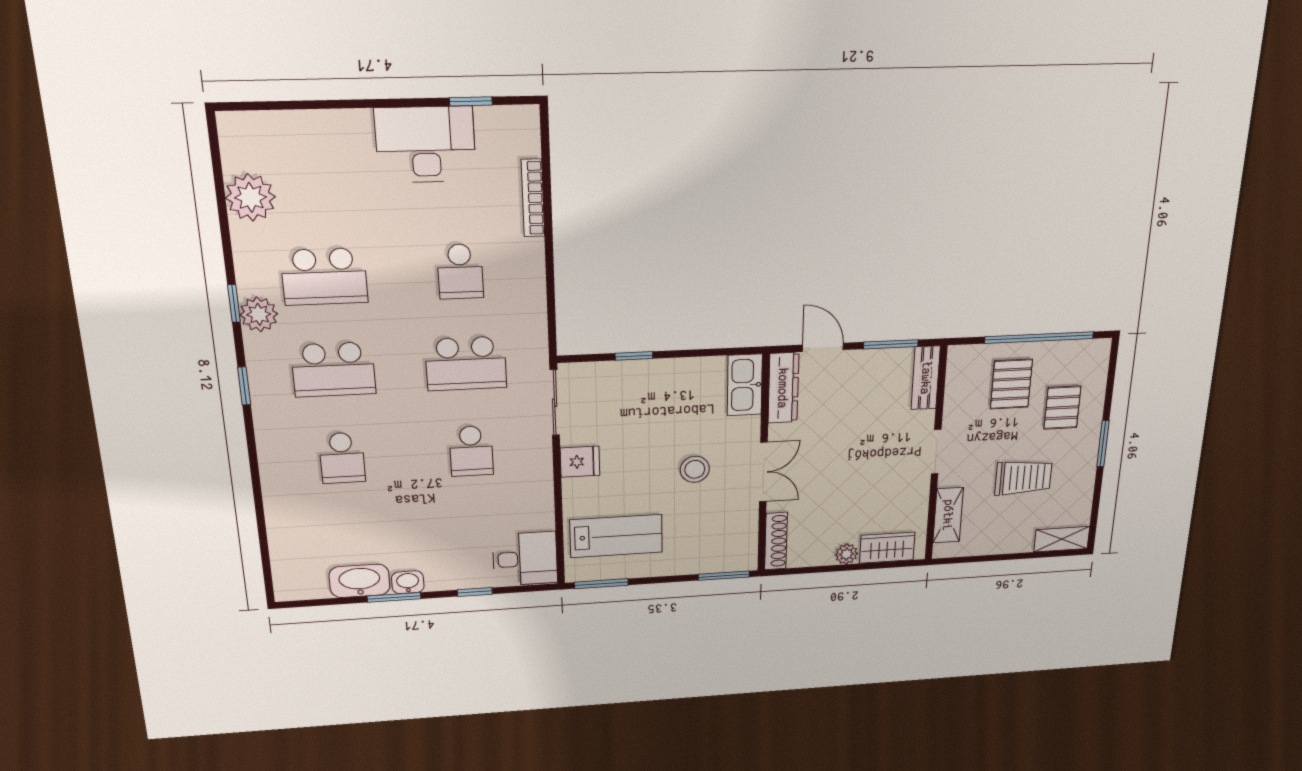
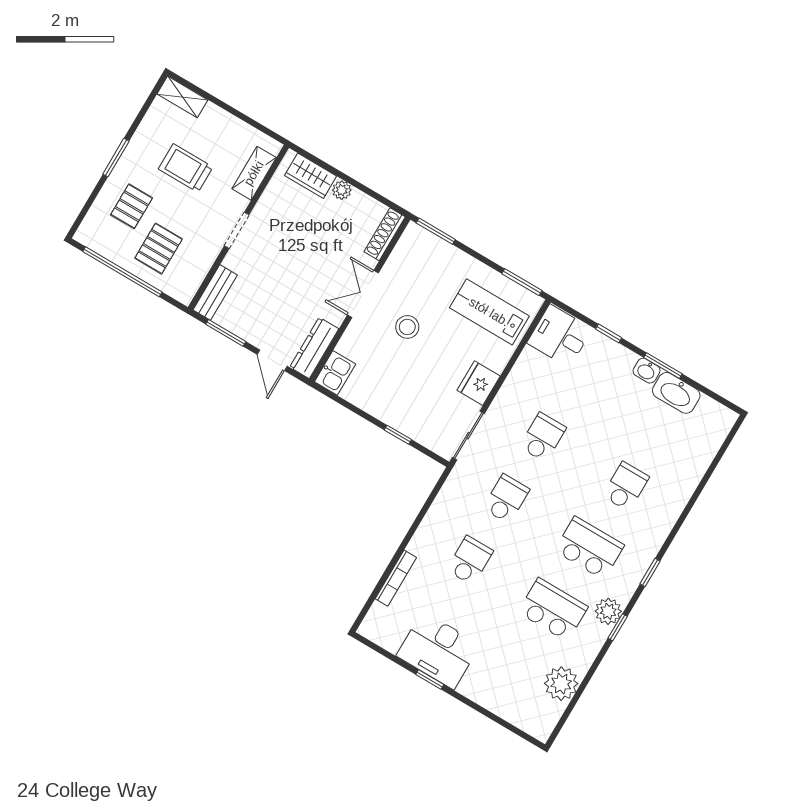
window: (471, 101) -> (430, 680), moved
school desk: (466, 364) -> (506, 499), width x0.54
kitchen sink: (745, 385) -> (335, 373), width x0.73
fridge: (580, 462) -> (479, 383), width x1.38

